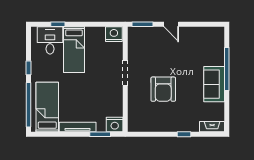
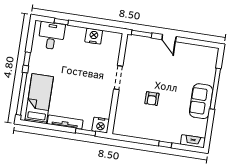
nightstand: (114, 34) -> (94, 36), moved
bed: (74, 50) -> (73, 48), removed
armchair: (163, 89) -> (152, 99), width x0.53, depth x0.53

